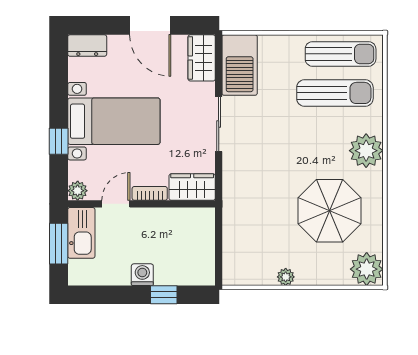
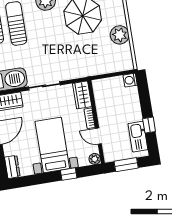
kitchen sink: (81, 233) -> (138, 137), moved, turned -90
washing machine: (142, 275) -> (130, 80), moved
plant: (286, 277) -> (120, 35), width x1.87, depth x1.87
window: (164, 295) -> (149, 125), moved

